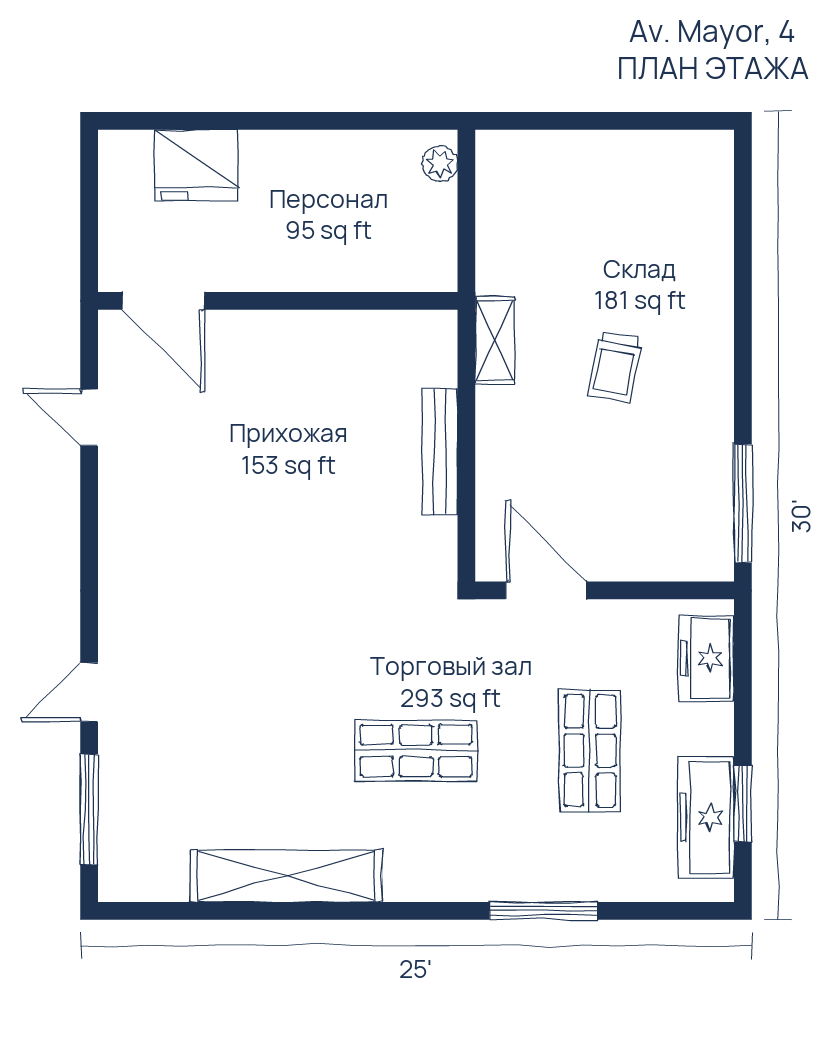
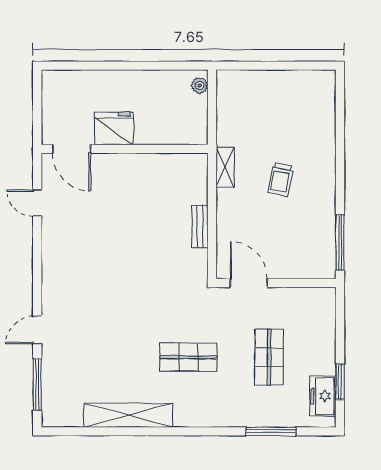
fridge: (196, 165) -> (114, 129), moved, turned 180
bench: (440, 451) -> (200, 226), width x0.73
freezer: (706, 659) -> (323, 315), removed
freezer: (706, 818) -> (323, 396), width x0.71
window: (544, 911) -> (271, 431), moved

